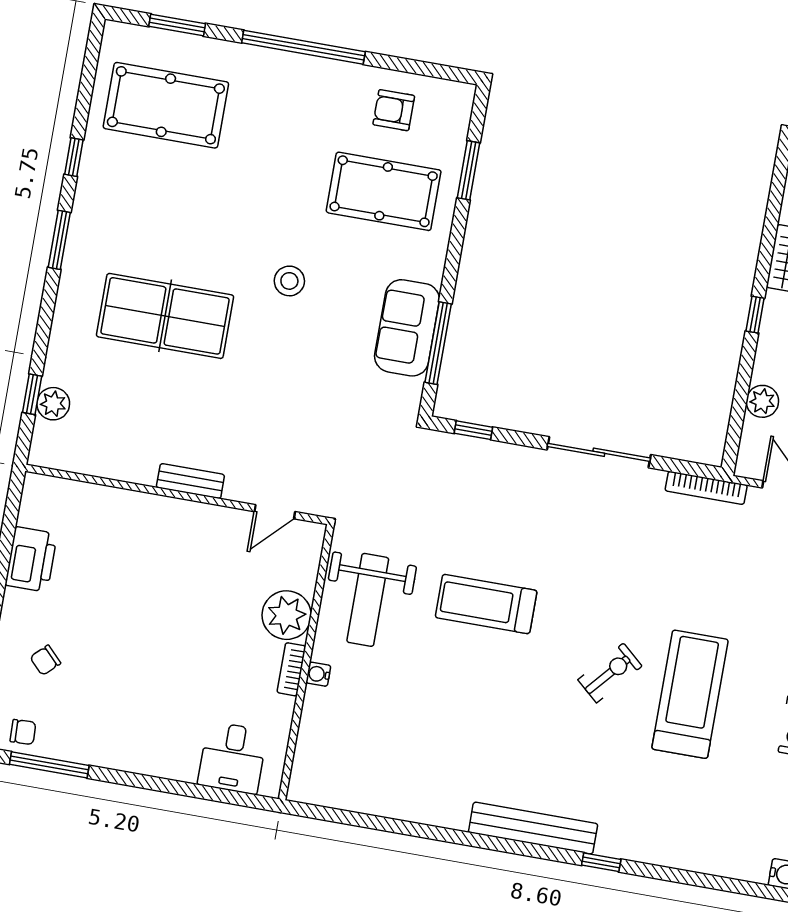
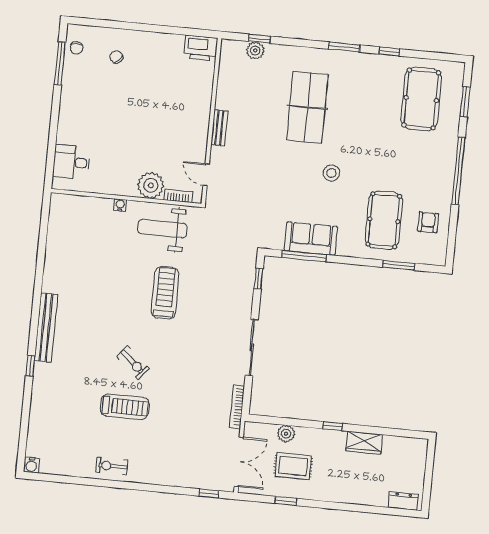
printer: (31, 559) -> (201, 48), moved
bookcase: (291, 669) -> (178, 196), moved
treadmill: (690, 694) -> (125, 407), width x0.73, depth x0.73

